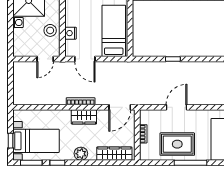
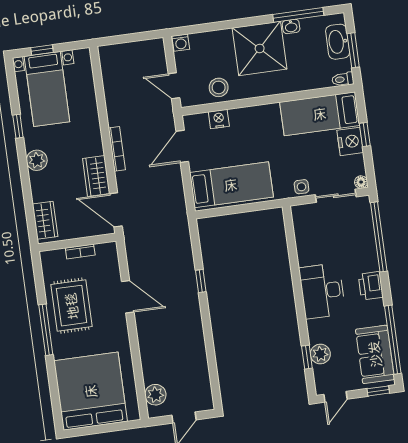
washing machine: (18, 23) -> (181, 43), moved
wardrobe: (84, 117) -> (96, 176), moved
wardrobe: (114, 154) -> (45, 220), width x0.67
window: (31, 163) -> (12, 86), removed

